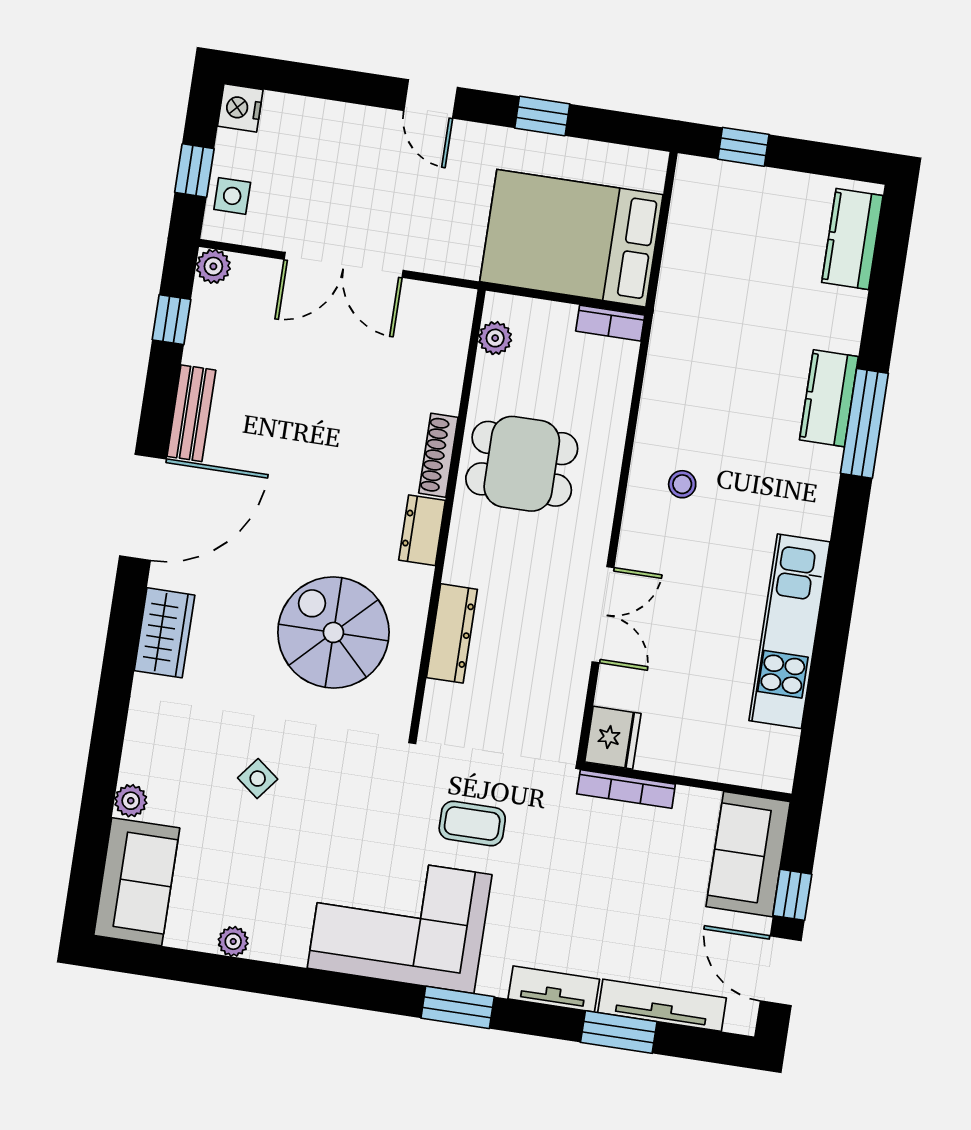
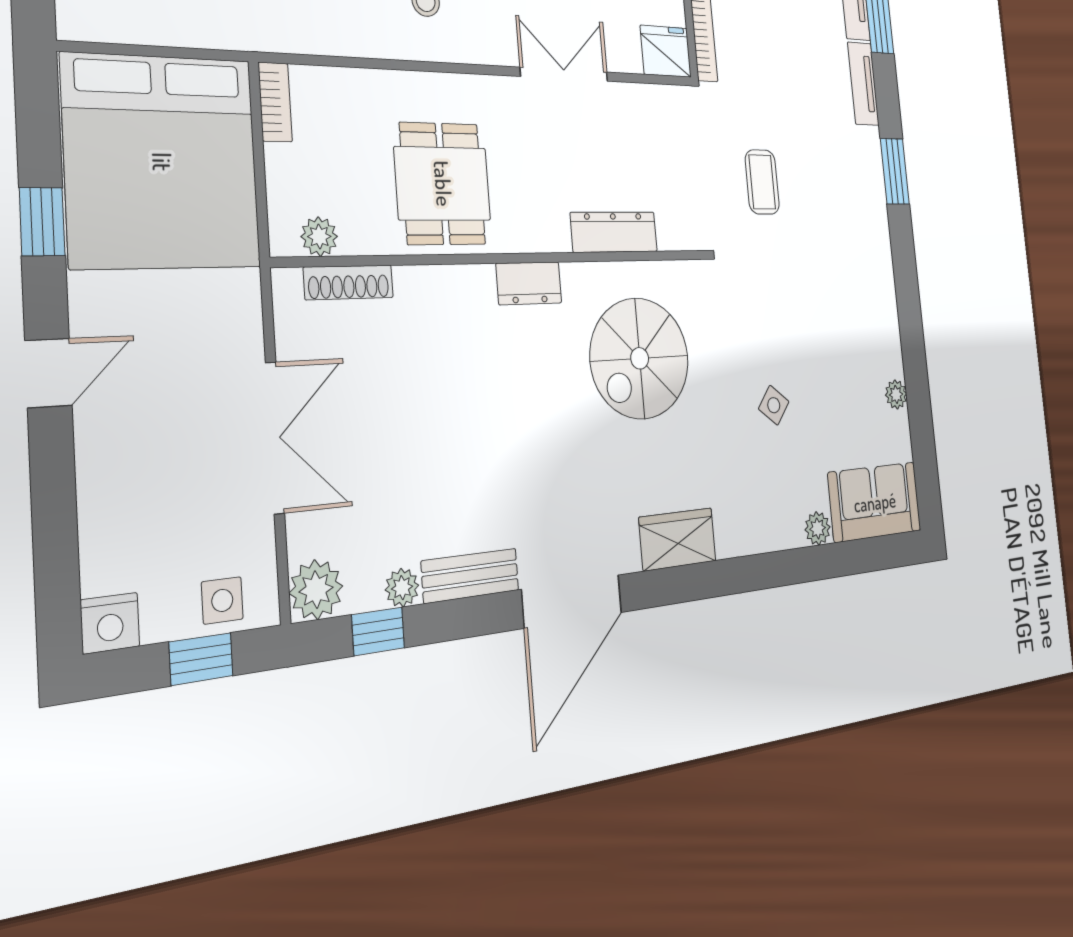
bed: (571, 238) -> (162, 162), width x1.36
plant: (213, 266) -> (316, 590), width x1.38, depth x1.38
plant: (199, 348) -> (402, 588), added
shoe rack: (438, 455) -> (349, 282), moved
door: (143, 507) -> (572, 601), swing flipped
corner sofa: (400, 921) -> (848, 238), removed

